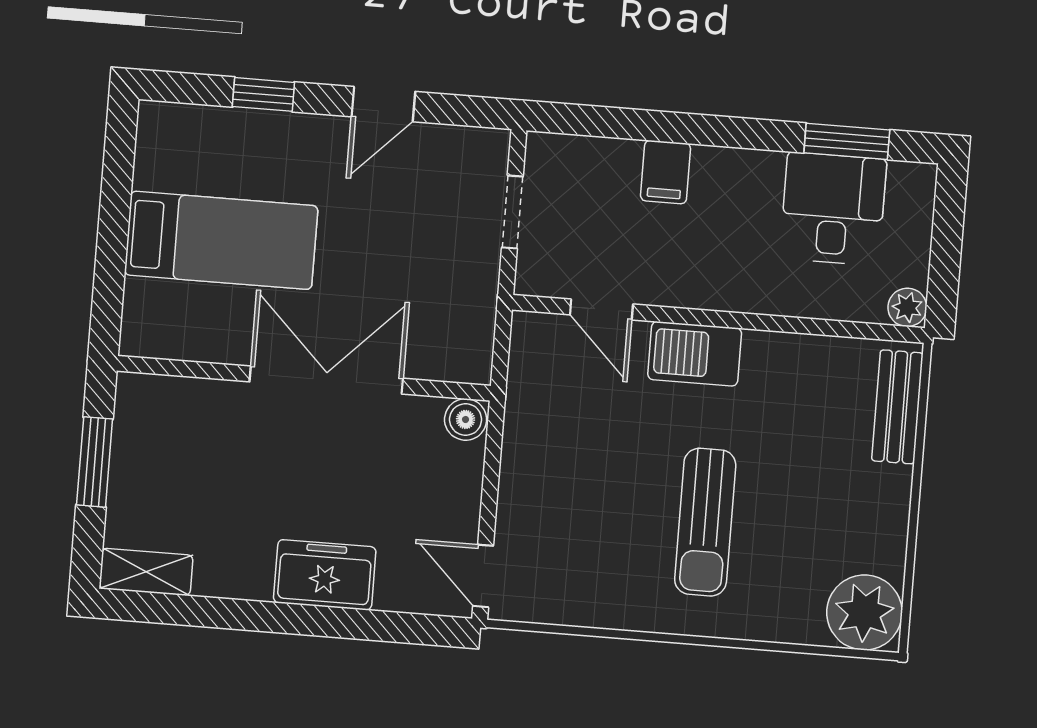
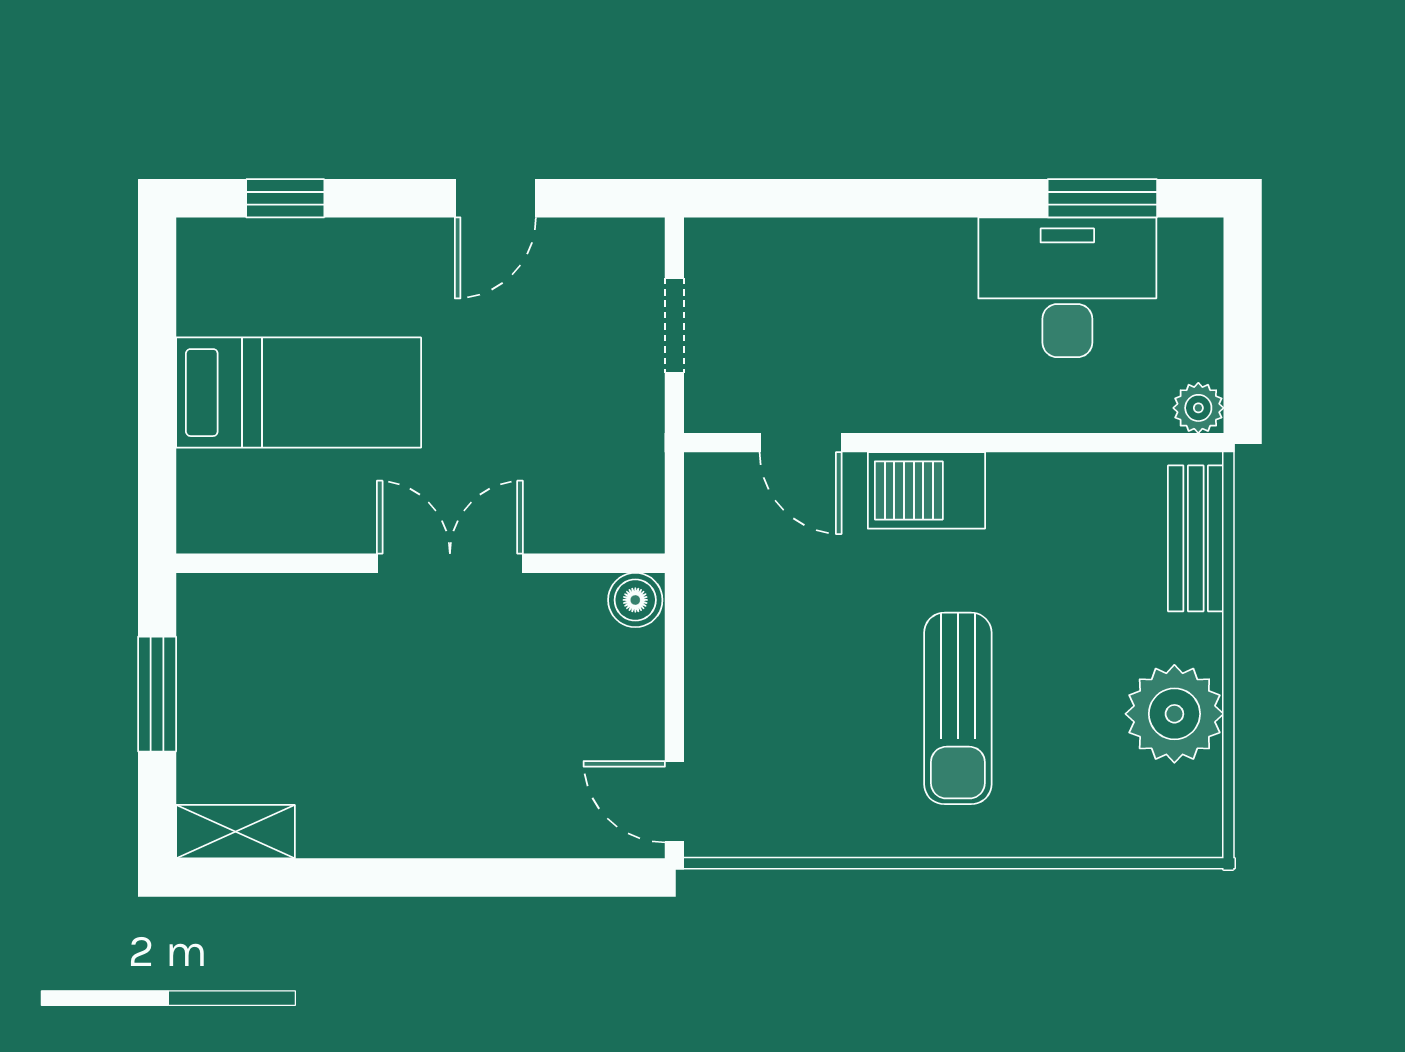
window: (263, 94) -> (285, 198), moved
filing cabinet: (666, 172) -> (870, 257), removed
desk: (833, 209) -> (1067, 287), width x1.37
double door: (326, 380) -> (450, 563), width x0.73
freezer: (325, 575) -> (468, 817), removed
plant: (864, 612) -> (1174, 714), moved

